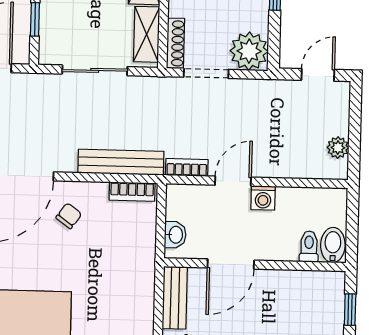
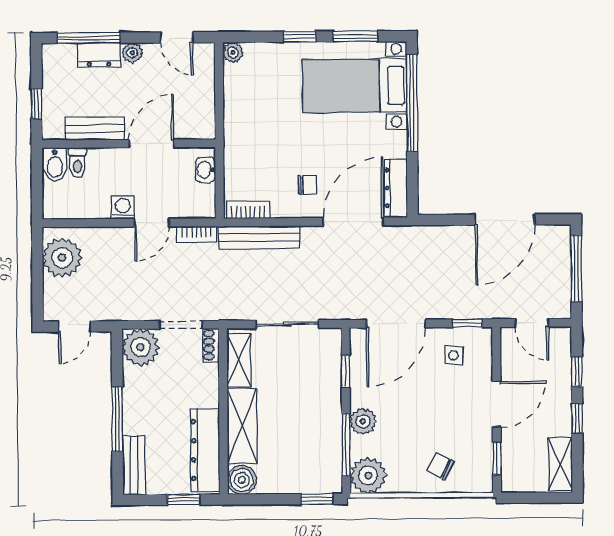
shoe rack: (175, 43) -> (211, 345), width x0.70
plant: (338, 148) -> (62, 258), width x1.87, depth x1.87
chair: (69, 216) -> (307, 185), turned -126
bench: (175, 298) -> (95, 129), moved, turned 90

